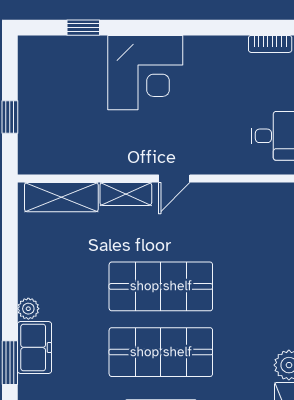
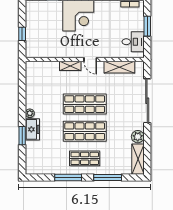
door: (174, 179) -> (90, 59), hinge flipped
shelving: (61, 197) -> (119, 67), moved

